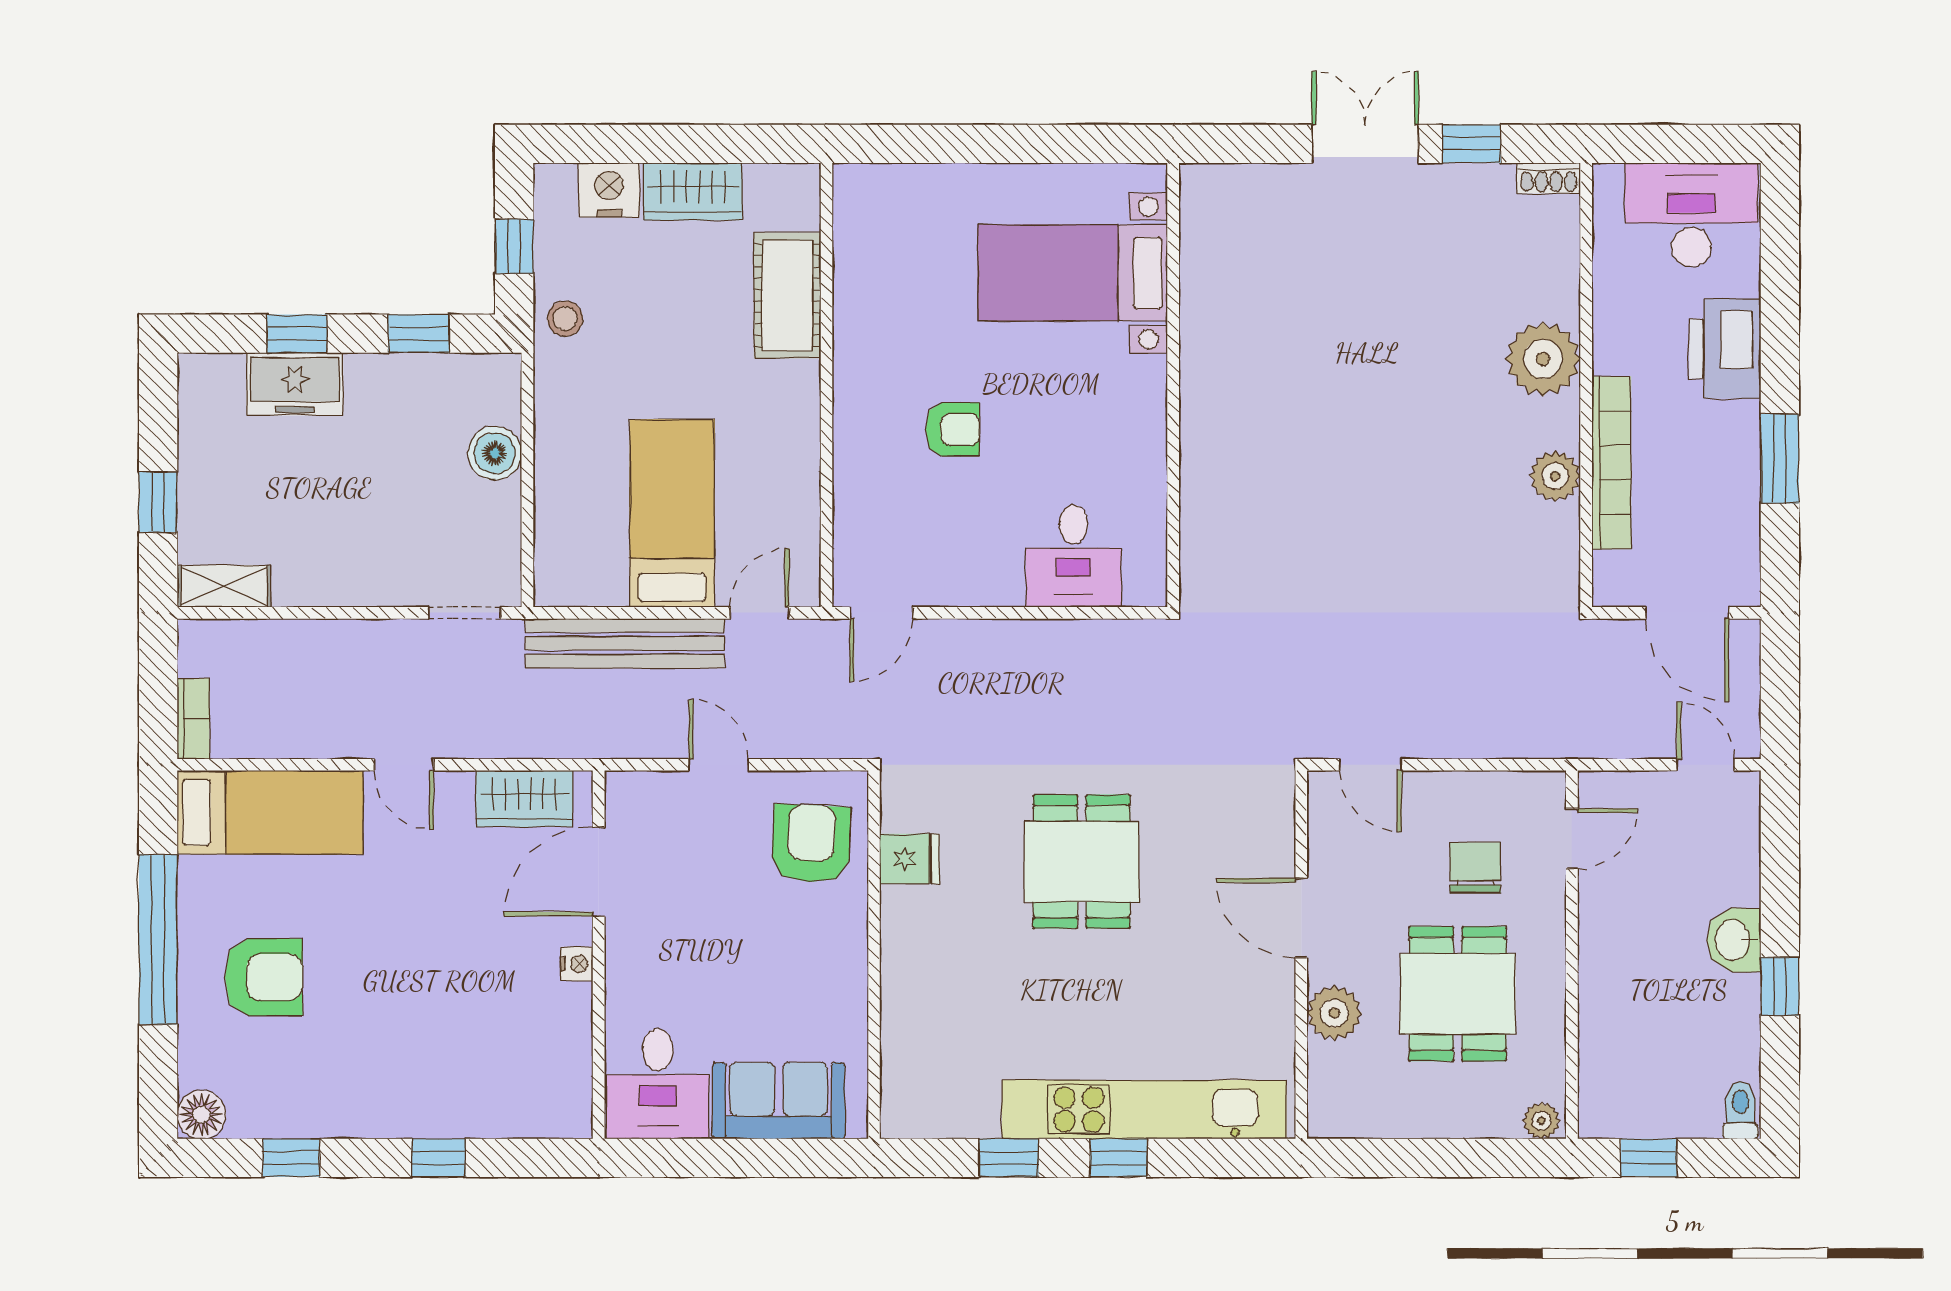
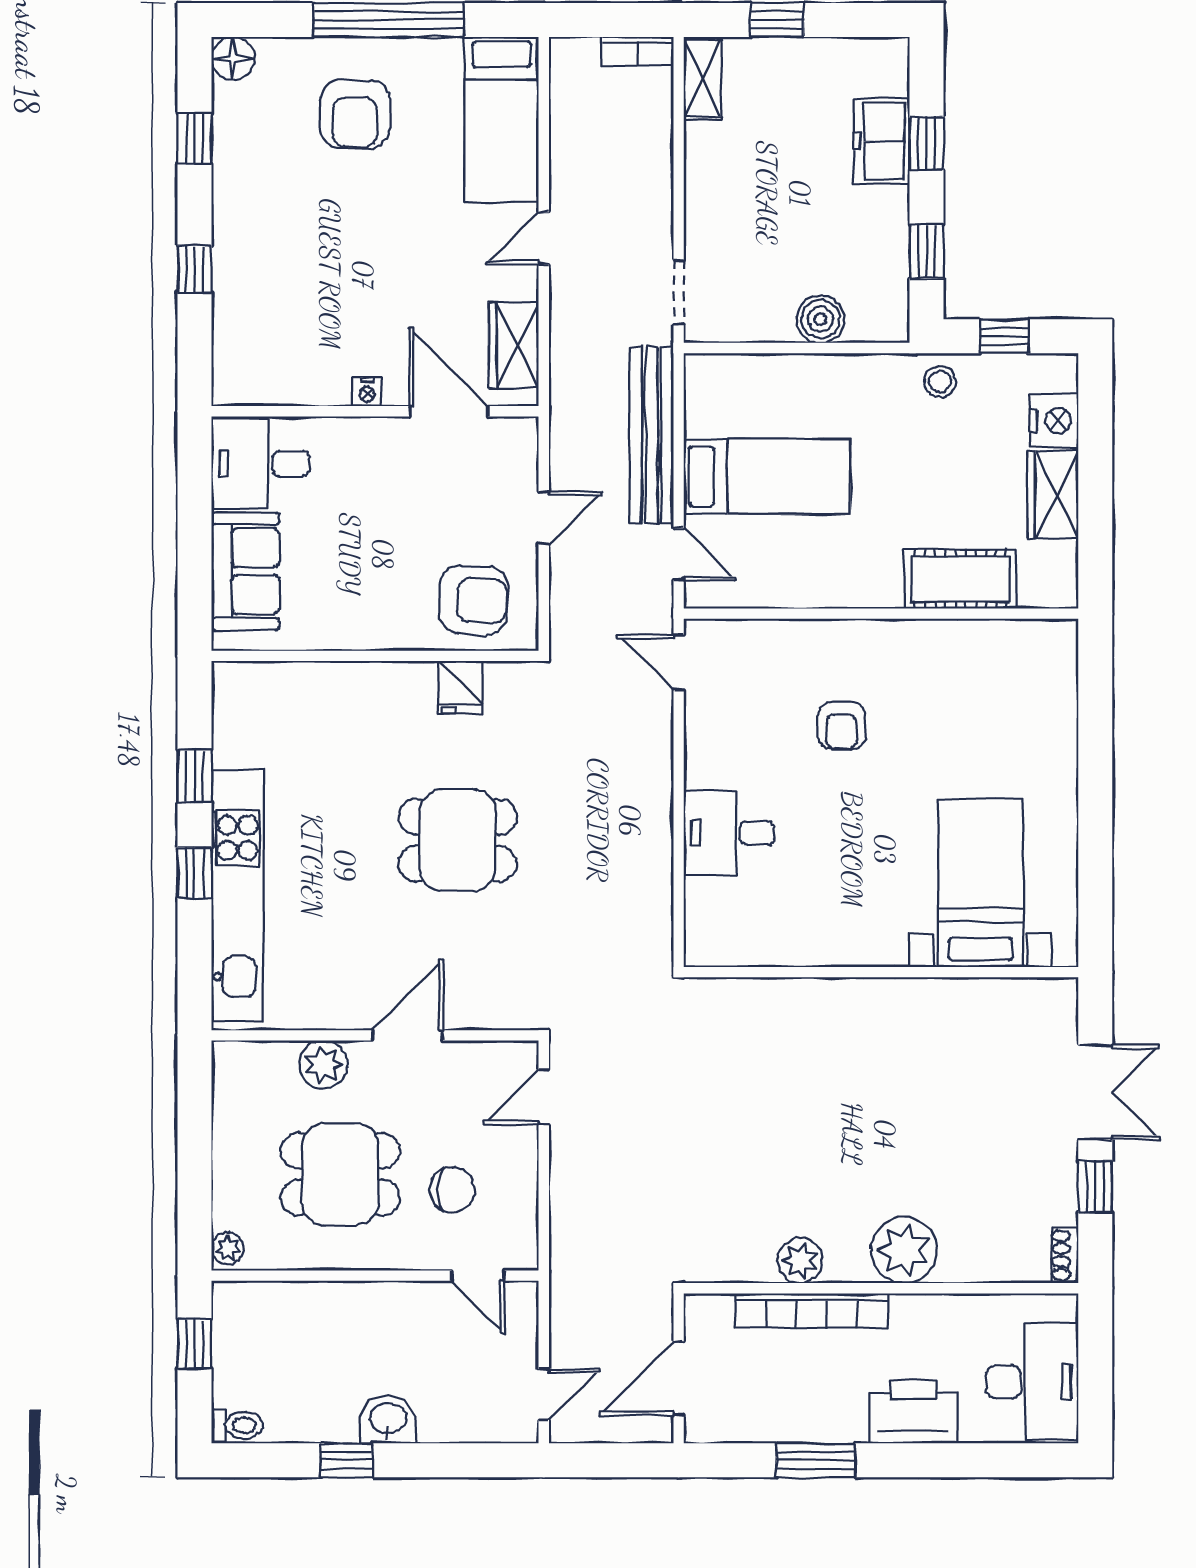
bed with nightstands: (1073, 273) -> (981, 883), moved
wall: (1173, 385) -> (881, 972), moved
bookcase: (193, 719) -> (638, 51), moved

